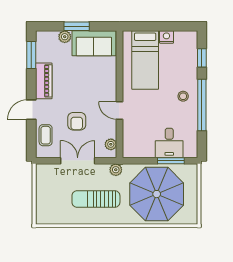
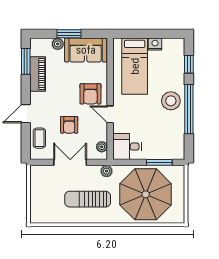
piano: (44, 81) -> (38, 74), moved
armchair: (99, 89) -> (90, 94), added
stool: (183, 96) -> (171, 101), width x1.89, depth x1.89
desk: (169, 143) -> (127, 147), moved, turned 90

